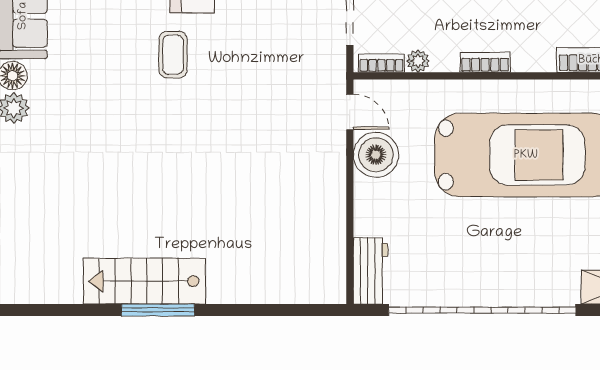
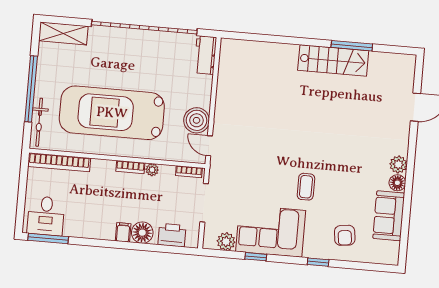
plant: (418, 61) -> (152, 170), moved
window: (158, 310) -> (352, 46), moved

